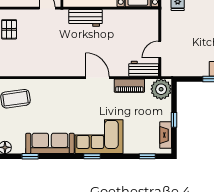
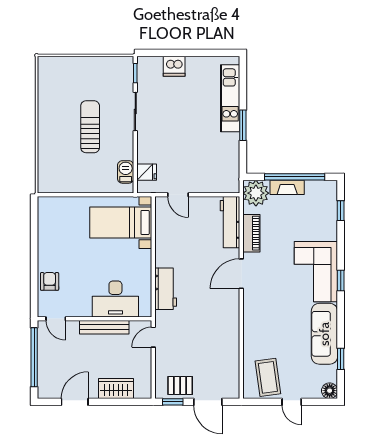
door: (160, 49) -> (178, 195), moved
workbench: (144, 69) -> (230, 222), width x1.37
window: (174, 120) -> (295, 177), width x3.17
fireplace: (166, 135) -> (287, 187), moved

